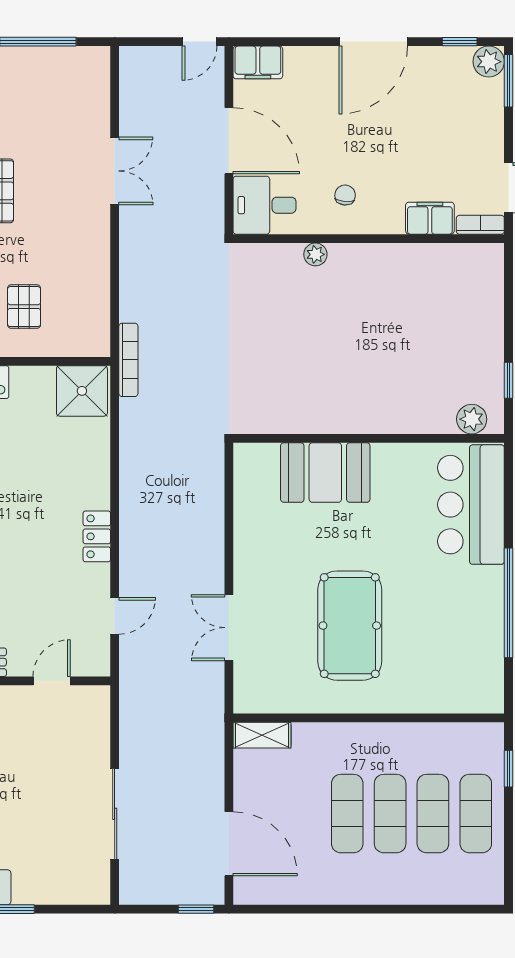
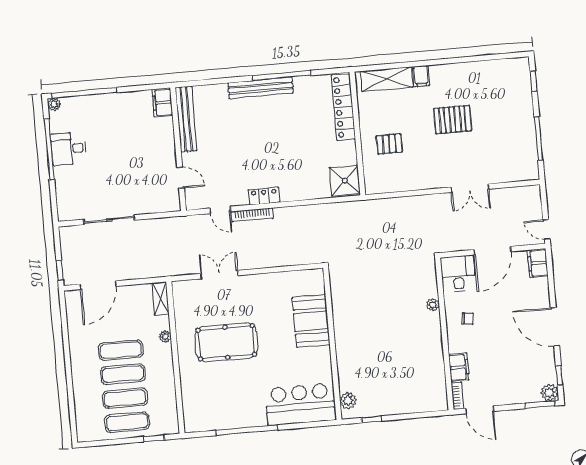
bookcase: (128, 360) -> (252, 215), moved
plant: (330, 733) -> (165, 337), added

